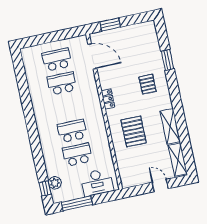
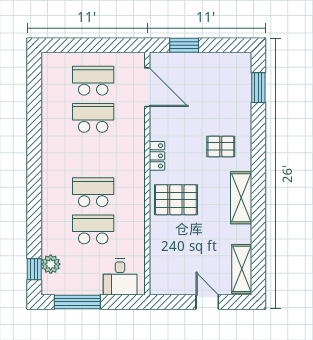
window: (167, 60) -> (258, 88), moved
pallet: (148, 84) -> (221, 146), turned 90
shelving: (170, 126) -> (241, 198), moved
pallet: (134, 131) -> (176, 200), moved, turned 90
desk: (97, 182) -> (120, 277), width x0.73

